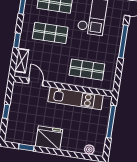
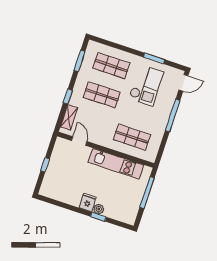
fridge: (49, 138) -> (88, 202), width x0.53, depth x0.75
window: (26, 147) -> (98, 217), moved
plant: (89, 150) -> (99, 209), moved

